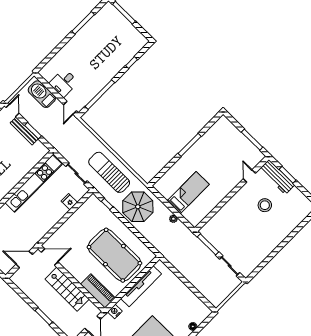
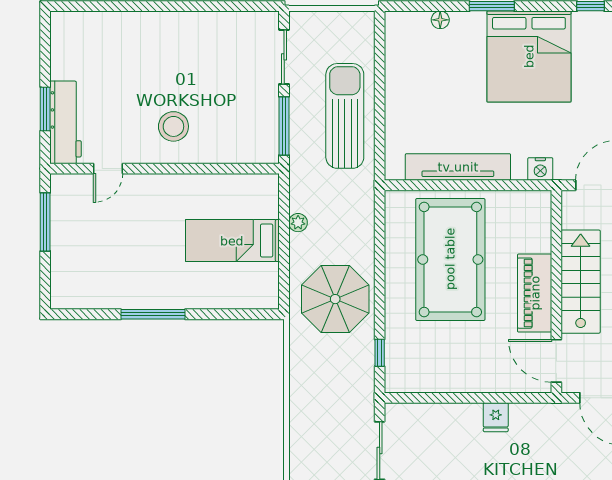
sun lounger: (109, 172) -> (345, 116), moved, turned 180
fridge: (69, 202) -> (496, 417), moved
stool: (265, 205) -> (173, 126), moved
piano: (98, 291) -> (535, 293), moved

